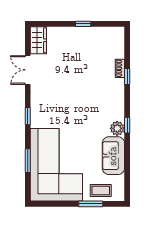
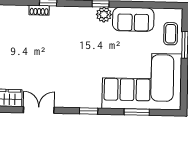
double door: (28, 70) -> (39, 110), swing flipped

